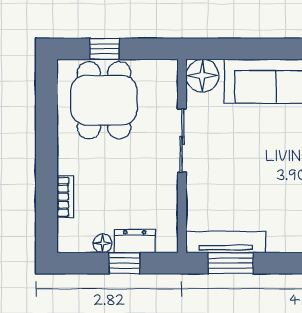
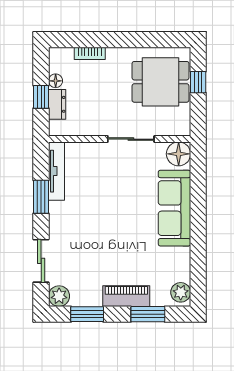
window: (231, 263) -> (41, 197), moved

